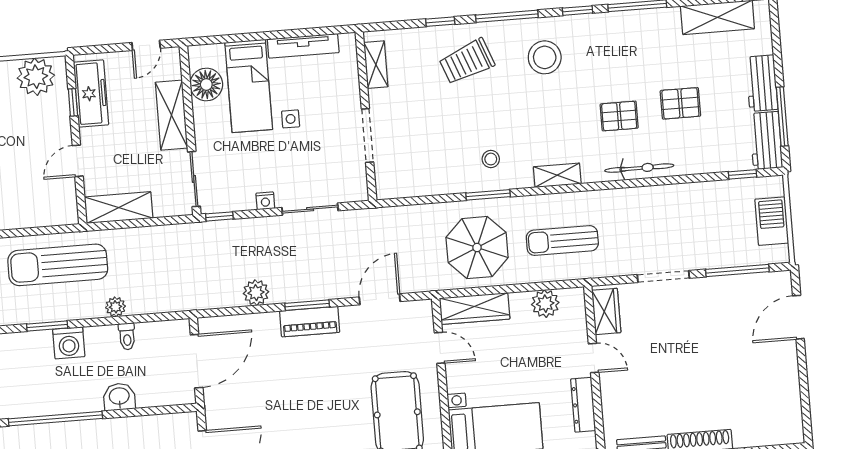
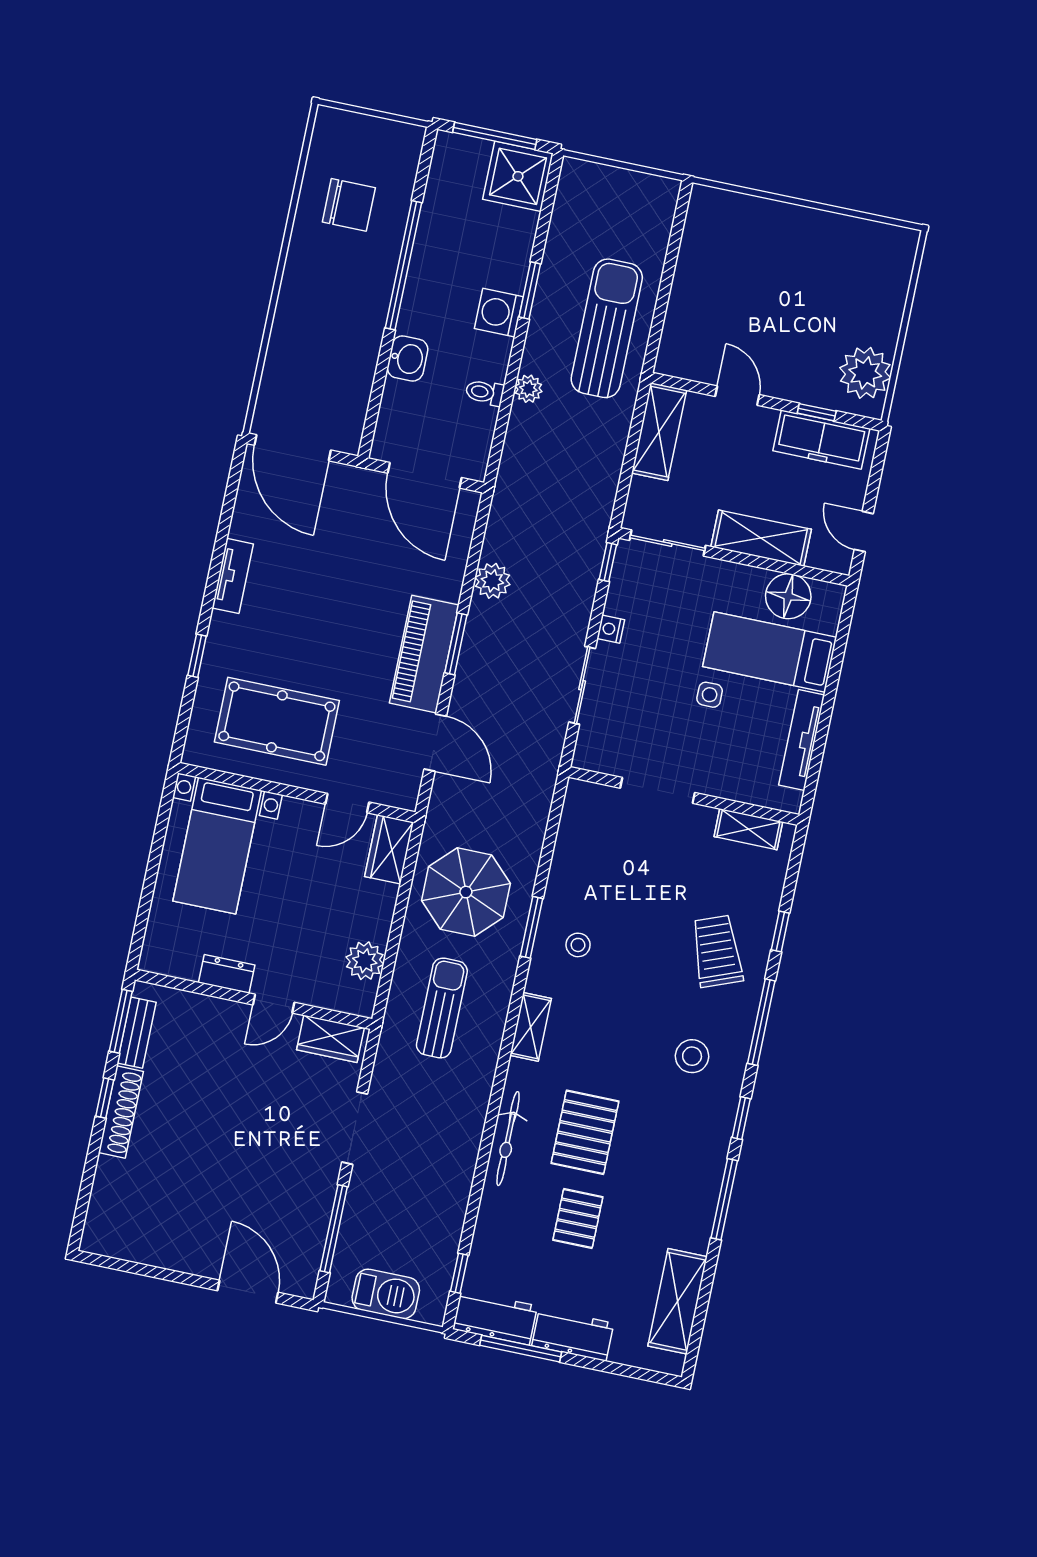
stool: (545, 57) -> (692, 1056), width x0.73, depth x0.73
pallet: (619, 116) -> (585, 1132), width x1.50, depth x1.42
wardrobe: (475, 309) -> (389, 849), width x0.67
piano: (310, 322) -> (424, 654), width x1.37, depth x1.33
dresser: (583, 405) -> (227, 974), width x0.70

